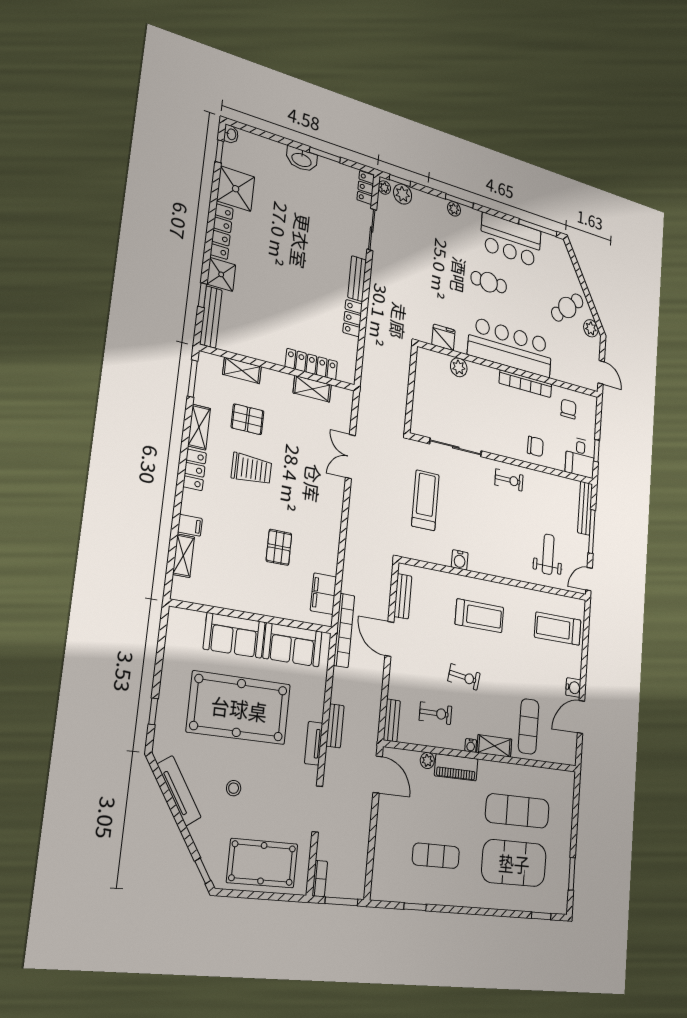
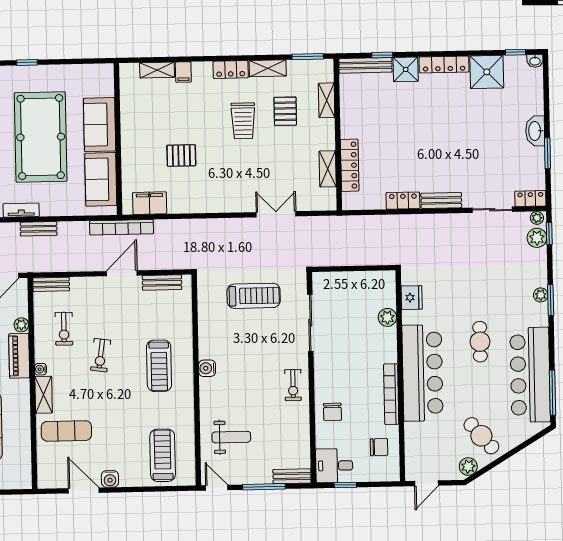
bar counter: (511, 240) -> (530, 375), width x1.36
bench: (585, 508) -> (292, 476), width x0.73
water cooler: (460, 560) -> (207, 368), moved

